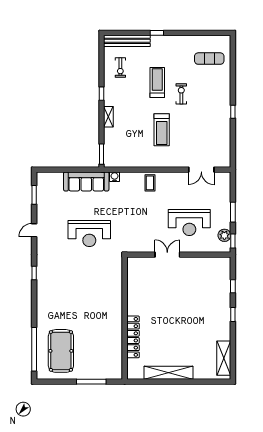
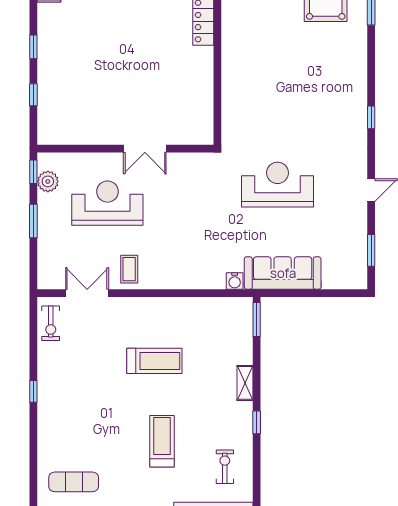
treadmill: (157, 83) -> (162, 441), turned 180
exercise bike: (181, 94) -> (51, 323), moved
treadmill: (162, 130) -> (154, 361), turned 90
coffee table: (150, 183) -> (129, 269), moved

